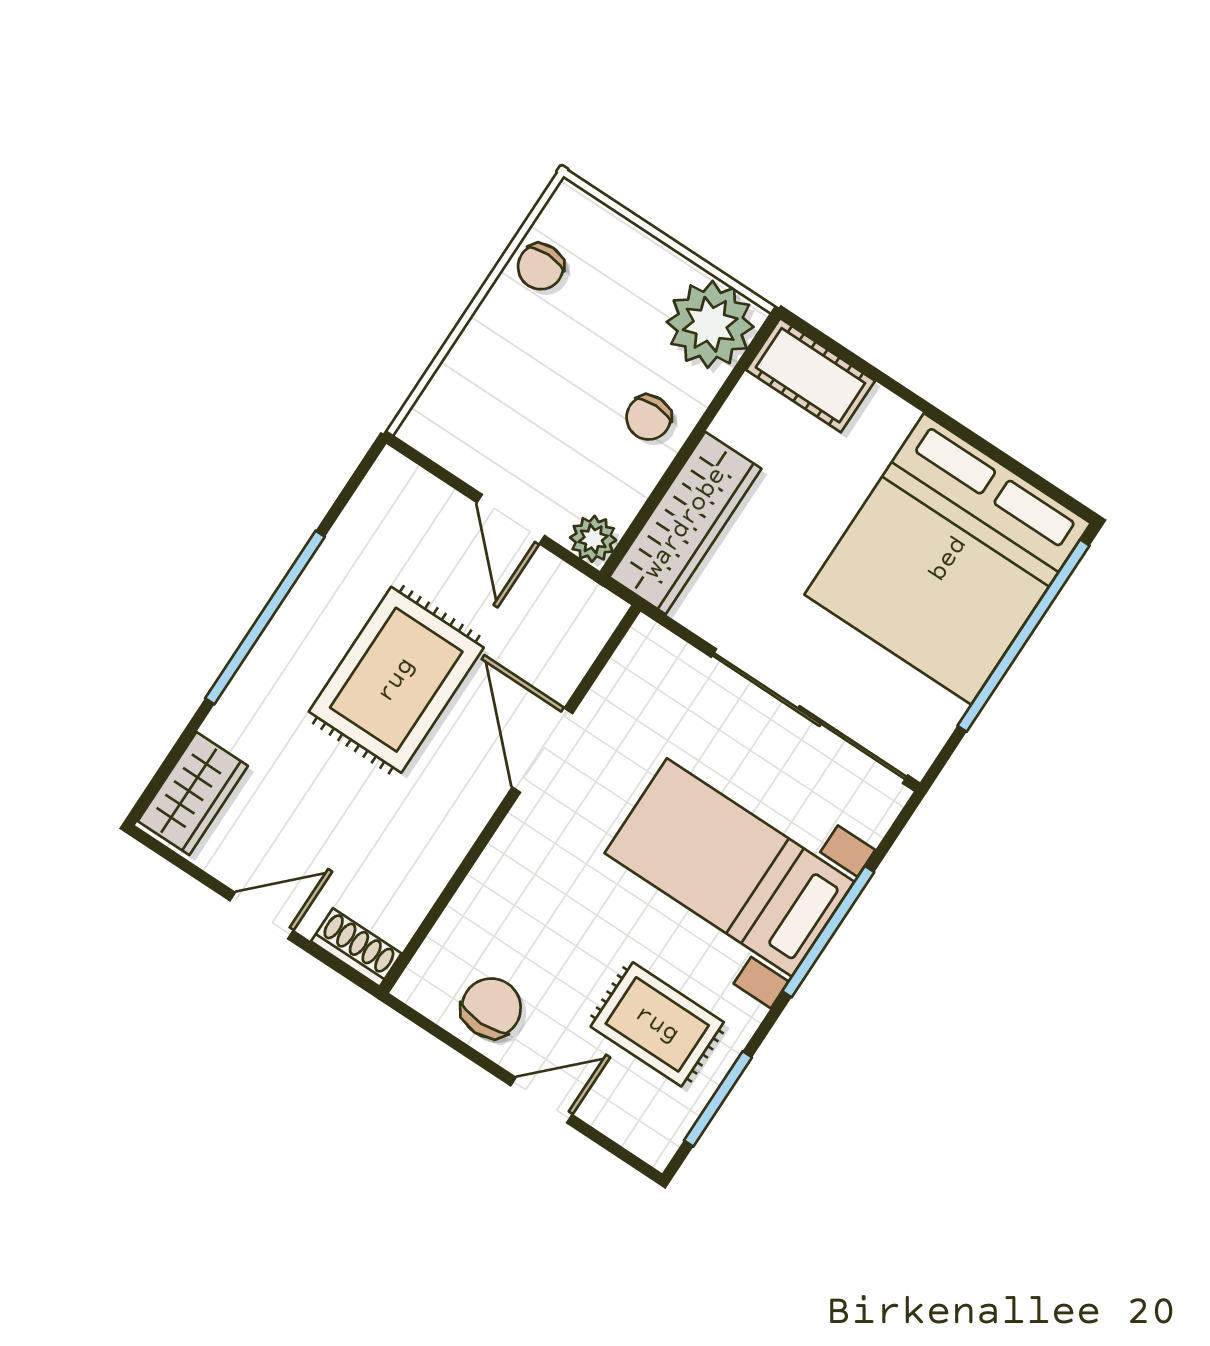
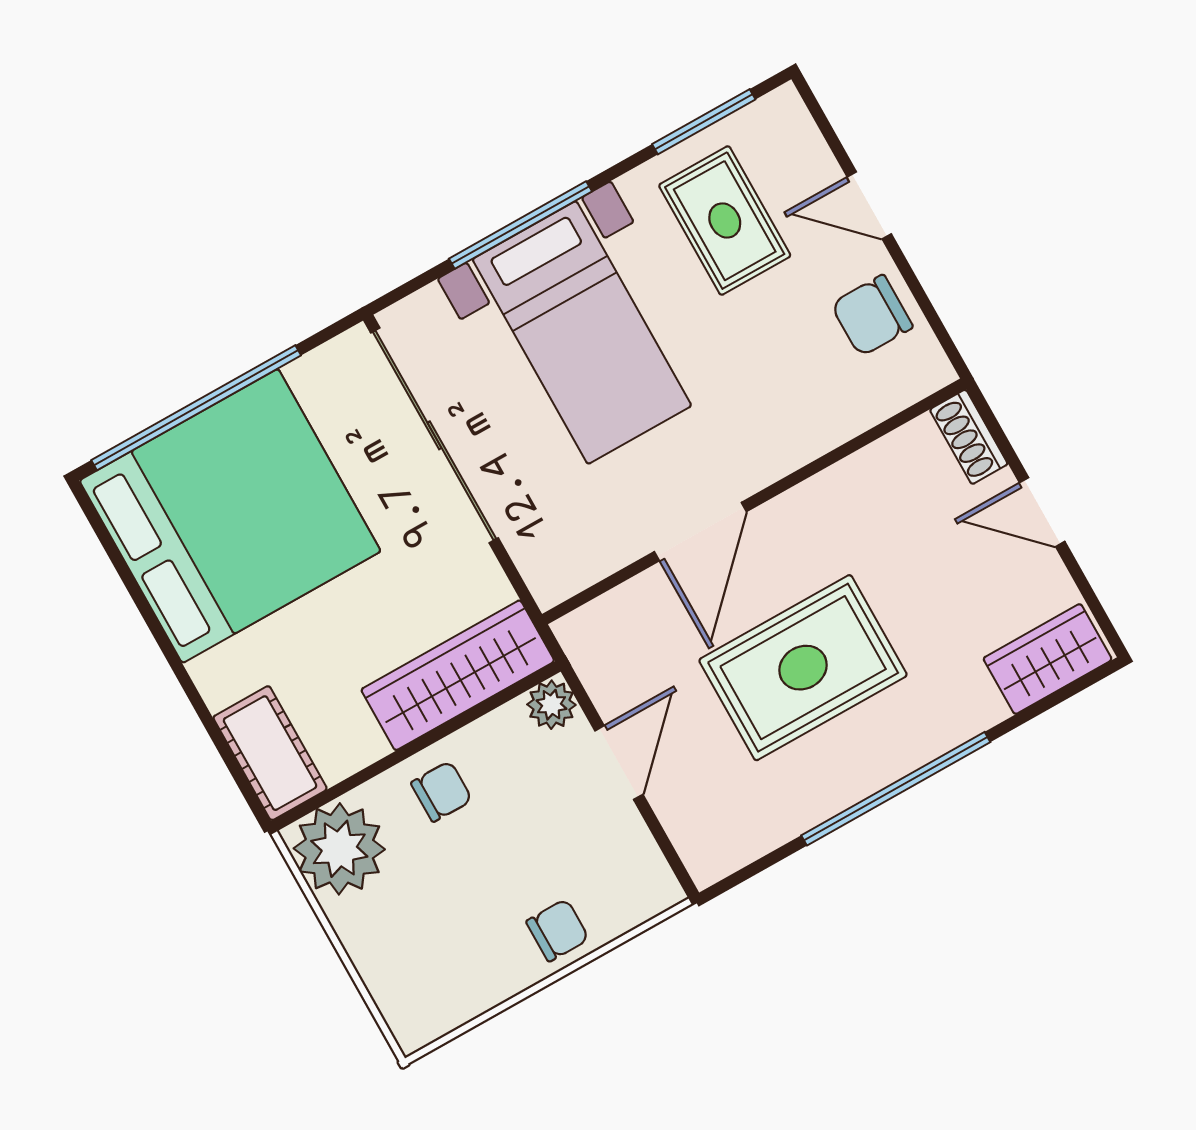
chair: (541, 267) -> (558, 930), moved

